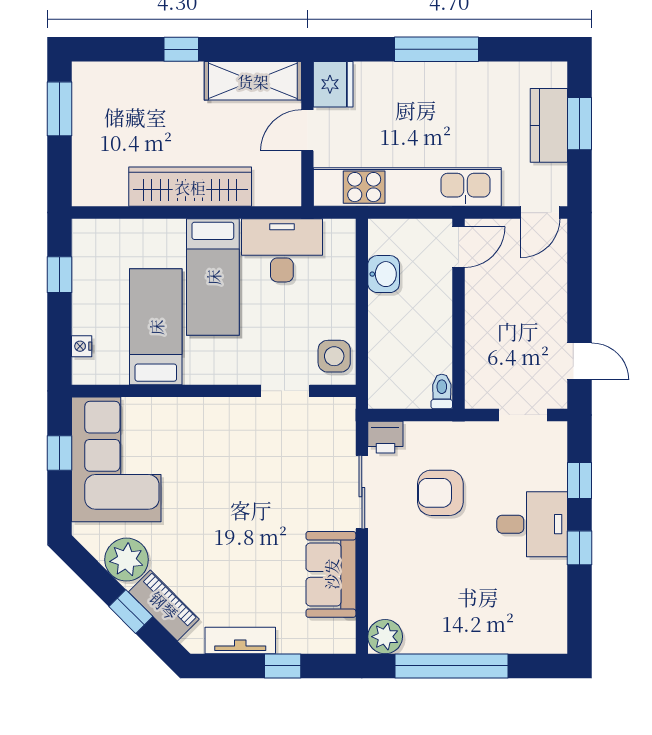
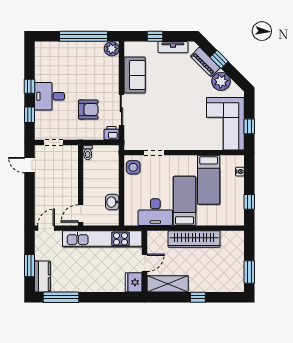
window: (436, 49) -> (61, 297), moved
kitchen counter: (549, 125) -> (42, 276), moved

